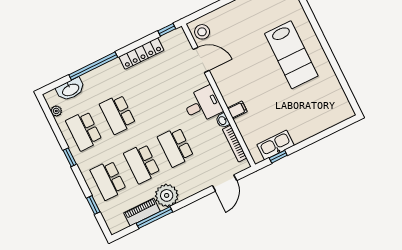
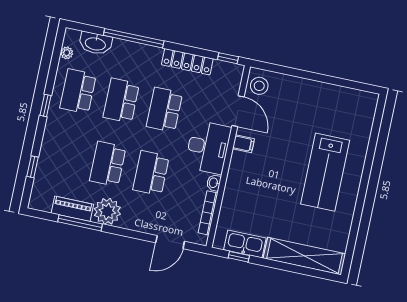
desk: (203, 105) -> (208, 147), width x1.37
filing cabinet: (237, 110) -> (243, 144), moved
shelving: (322, 122) -> (304, 256), added
school desk: (108, 180) -> (164, 110), moved

